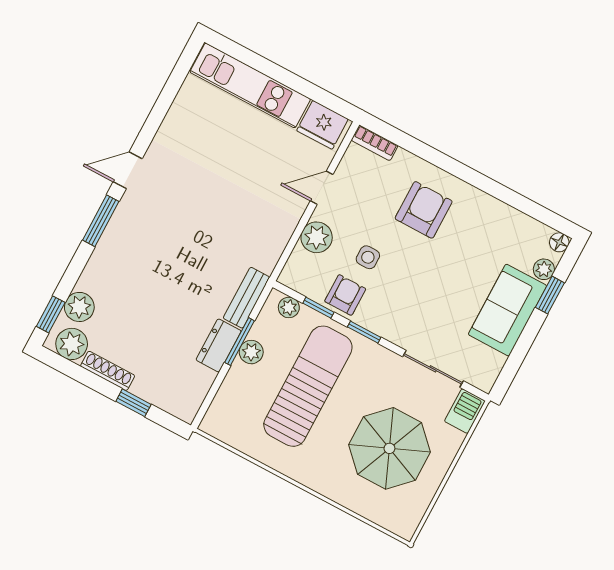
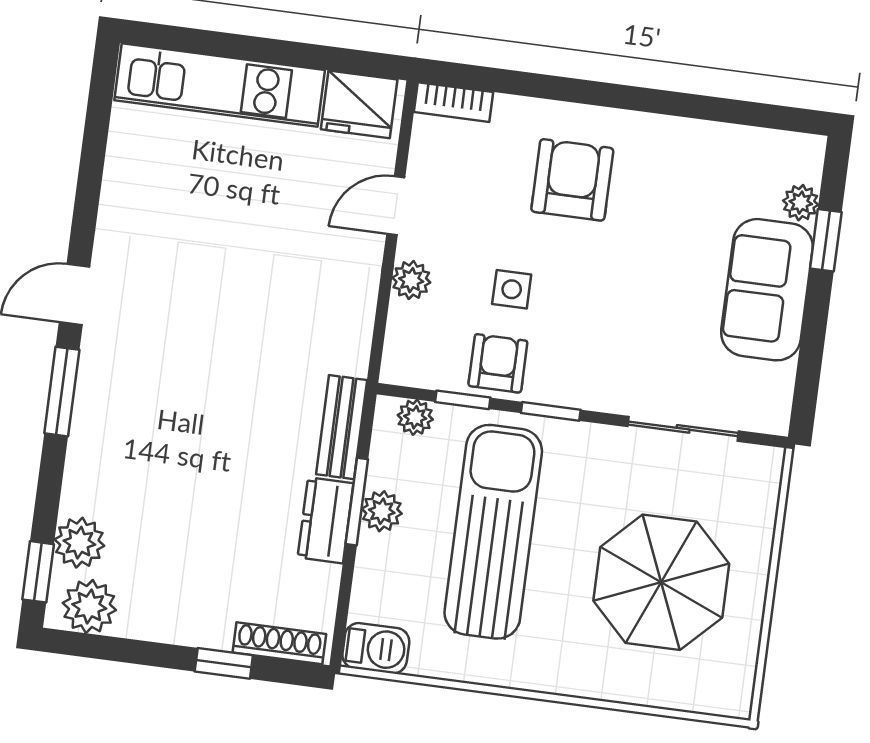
plant: (317, 237) -> (411, 280), width x0.73, depth x0.73
floor lamp: (559, 242) -> (809, 150), removed
shoe rack: (108, 371) -> (279, 643), moved
barbecue: (465, 411) -> (376, 648), moved, turned 90

